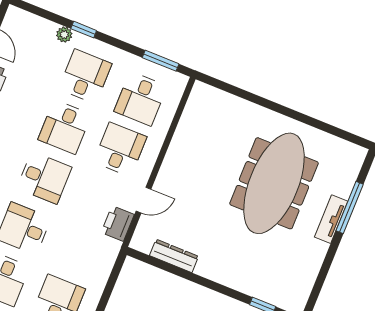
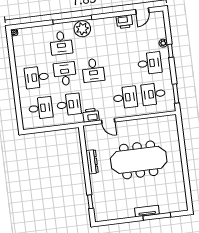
desk: (65, 127) -> (69, 105), moved, turned 180
meeting table: (274, 183) -> (139, 160), moved
dresser: (174, 256) -> (92, 162), moved

